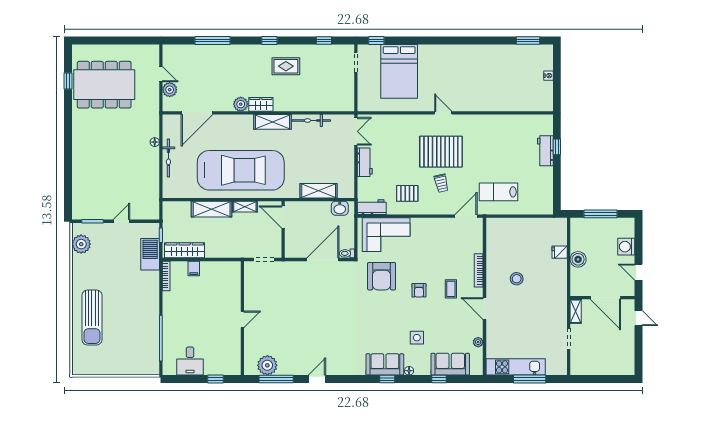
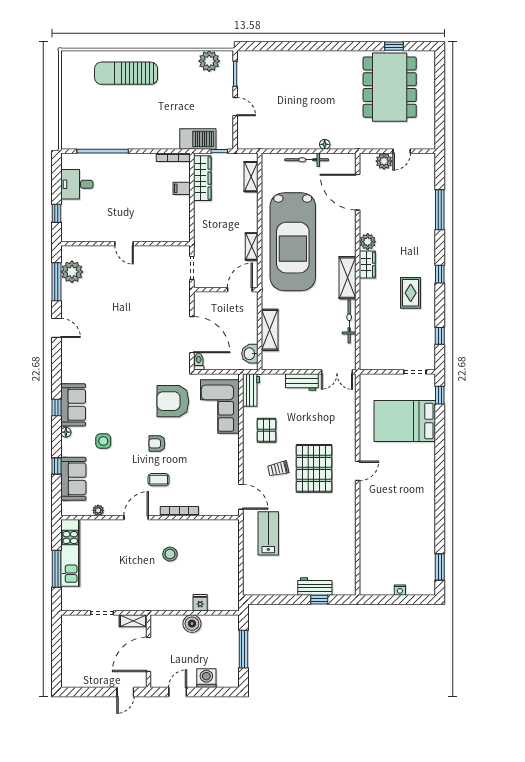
shelving: (212, 209) -> (251, 177), moved, width x0.67, depth x0.75

